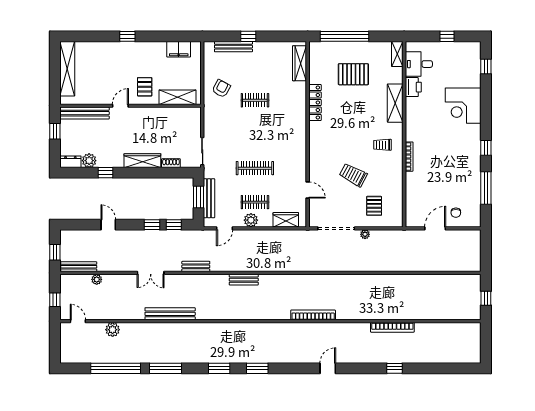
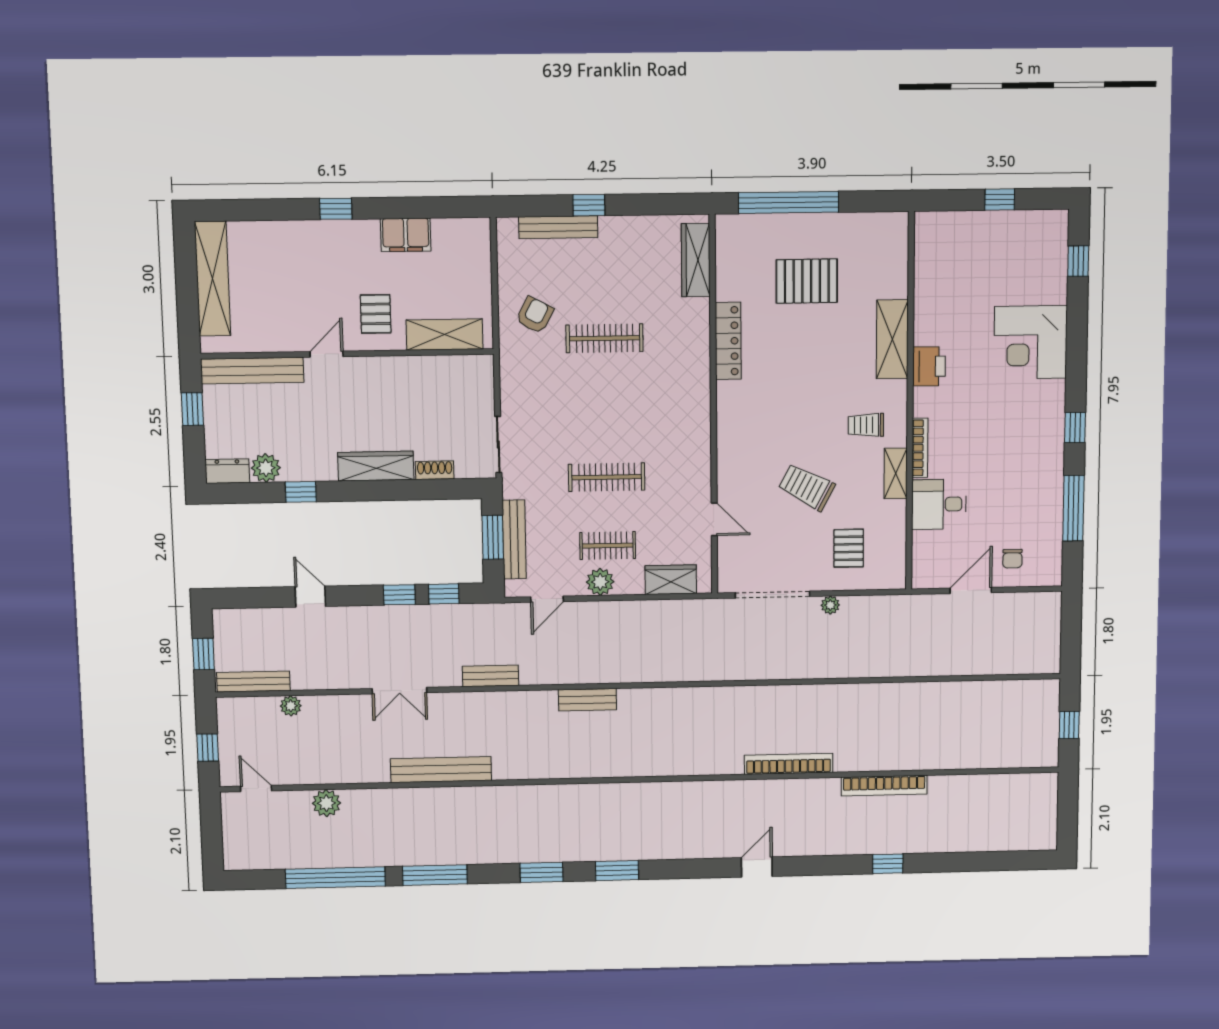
filing cabinet: (179, 49) -> (406, 235), moved
shelving: (397, 54) -> (896, 473), moved
desk: (419, 64) -> (939, 504), moved
printer: (413, 87) -> (929, 366), moved
clothes rail: (255, 100) -> (605, 338), width x1.36
bookcase: (313, 315) -> (789, 764), moved

